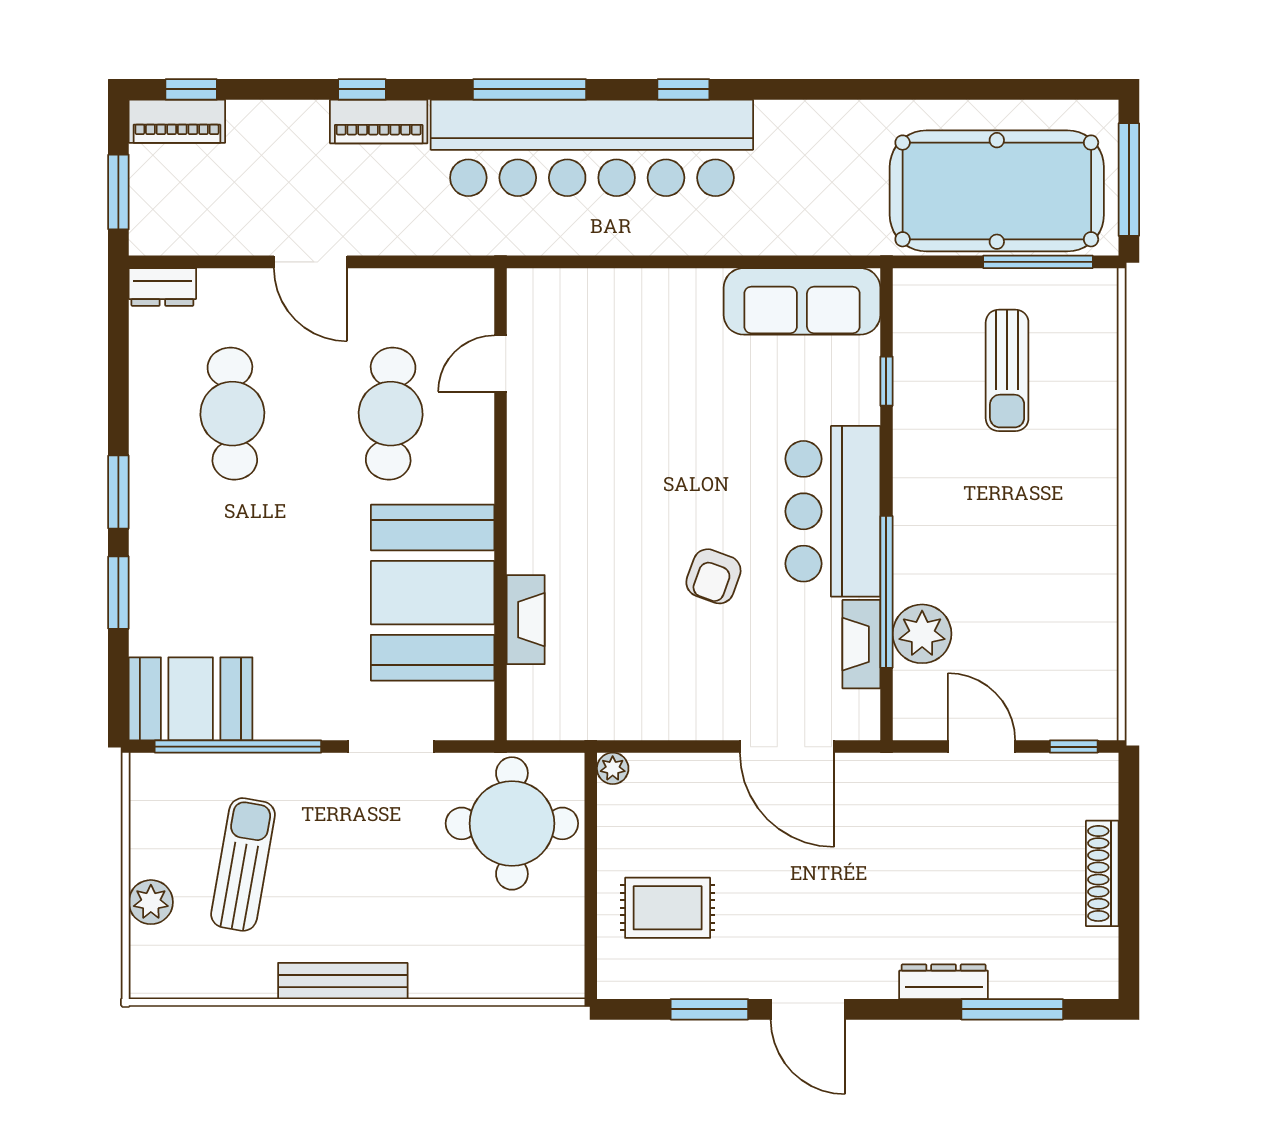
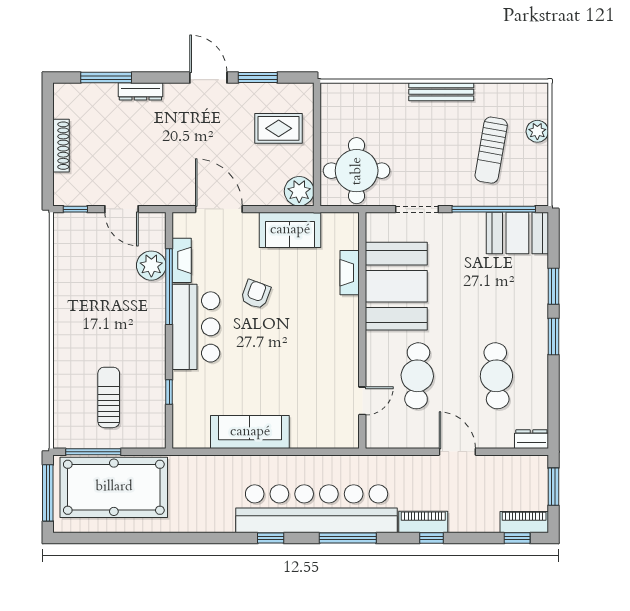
sofa: (802, 301) -> (250, 432), moved
sofa: (645, 705) -> (290, 230), added
plant: (613, 768) -> (299, 191), width x1.88, depth x1.88

